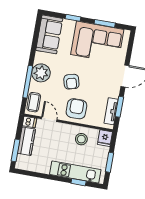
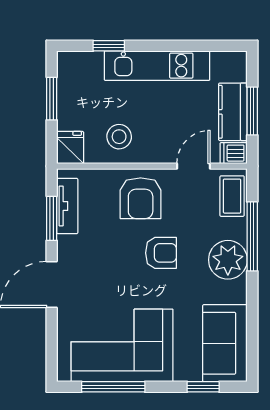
window: (73, 18) -> (203, 387), moved
window: (105, 23) -> (113, 387), width x1.44
armchair: (71, 82) -> (161, 253), turned 105
door: (49, 119) -> (193, 166), swing flipped
window: (16, 150) -> (252, 111), moved
kitchen unit: (75, 172) -> (157, 66), moved

